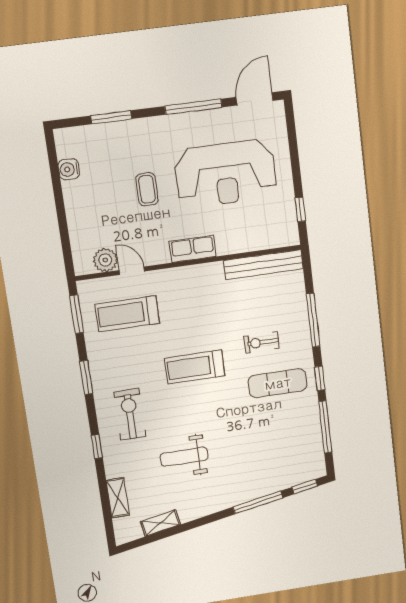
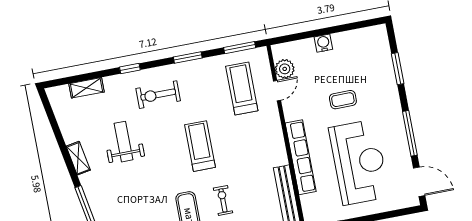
water cooler: (69, 169) -> (323, 43), moved
reception desk: (226, 174) -> (359, 162), turned 180
row of seats: (193, 249) -> (301, 157), width x2.02
exercise bike: (130, 414) -> (158, 95), turned 180
shelving: (160, 523) -> (78, 158), moved

